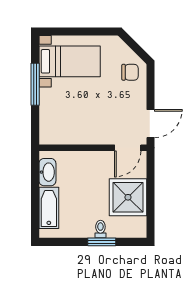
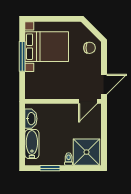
bed with nightstands: (70, 61) -> (47, 47), width x1.36
shower: (128, 197) -> (86, 152), moved
window: (102, 242) -> (50, 168), moved

